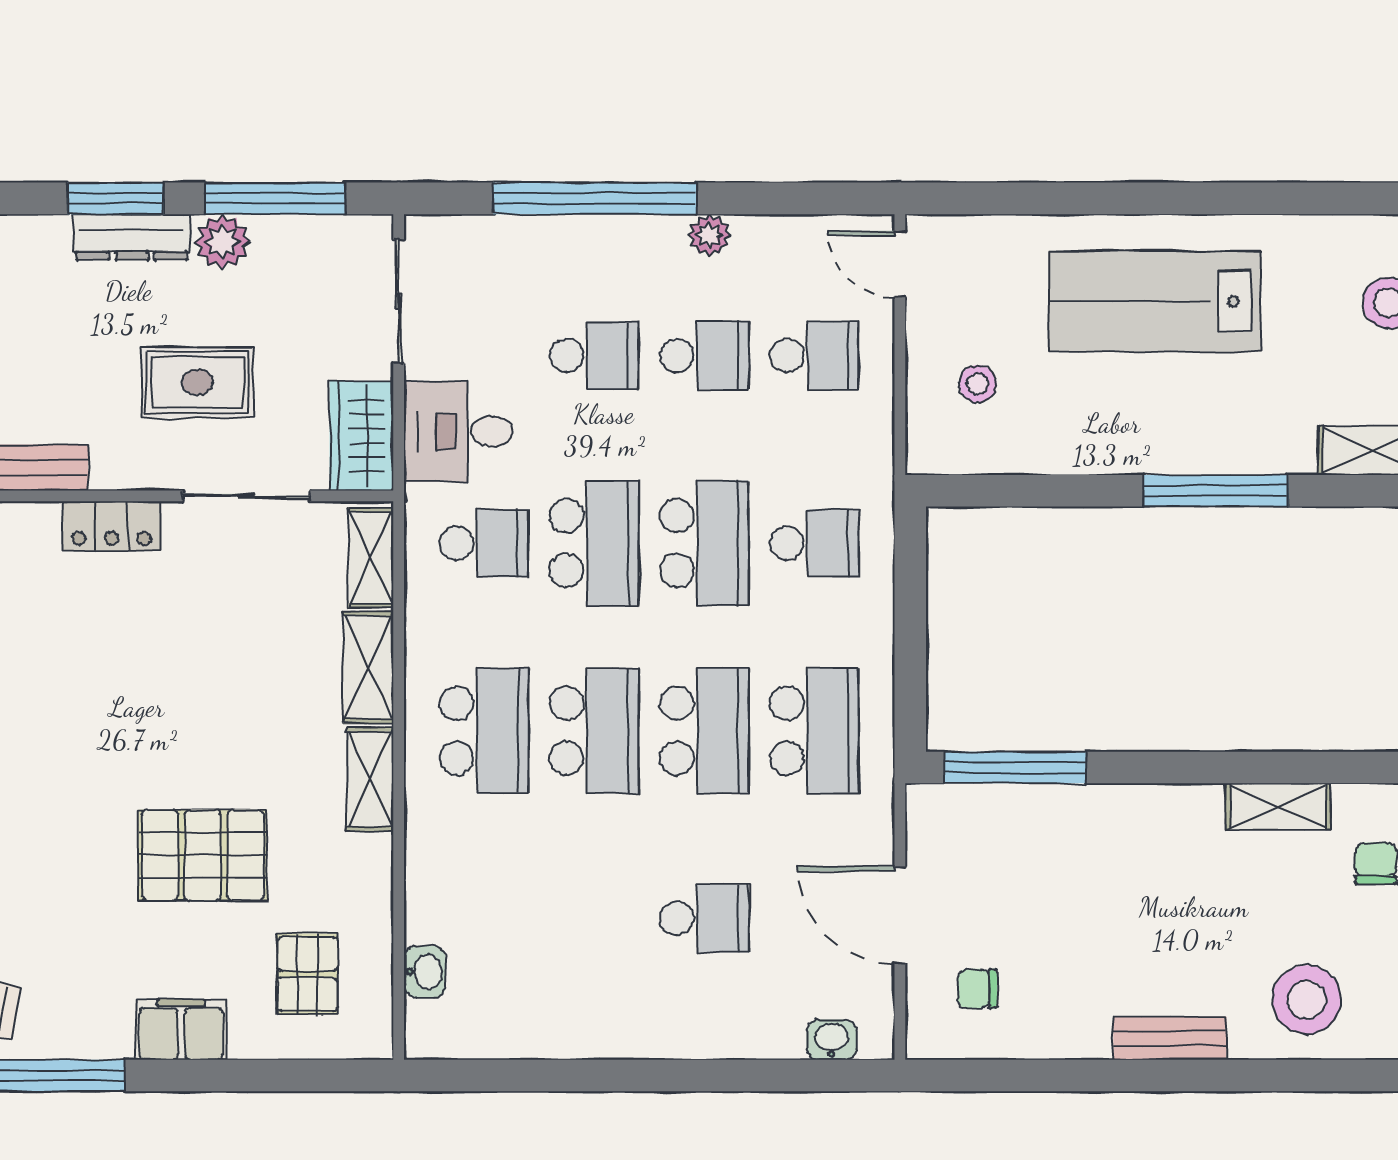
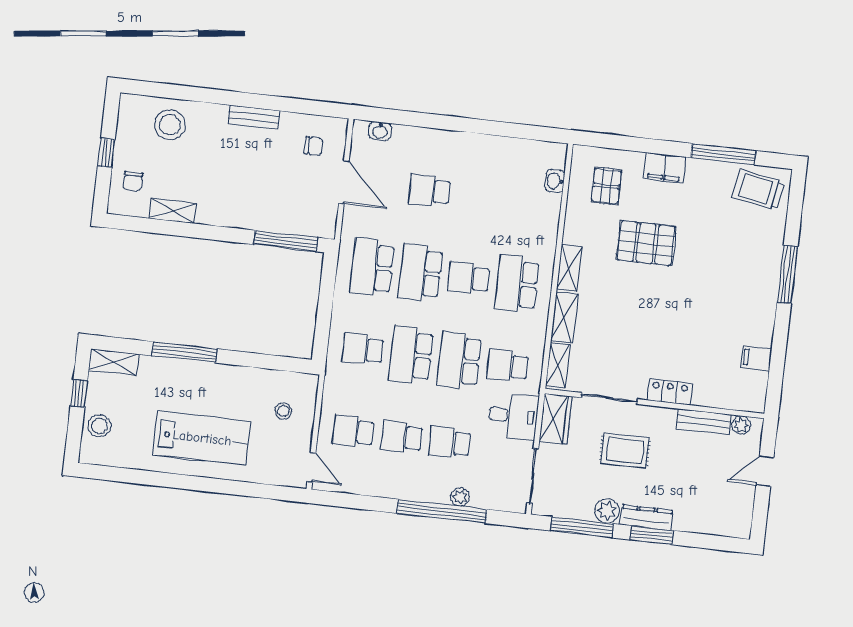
plant: (709, 235) -> (460, 497), moved
school desk: (594, 731) -> (469, 278), width x0.54
bench: (1170, 1038) -> (254, 117), moved

